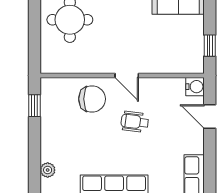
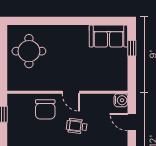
window: (210, 46) -> (132, 48), moved
chair: (92, 99) -> (45, 109), turned 90

